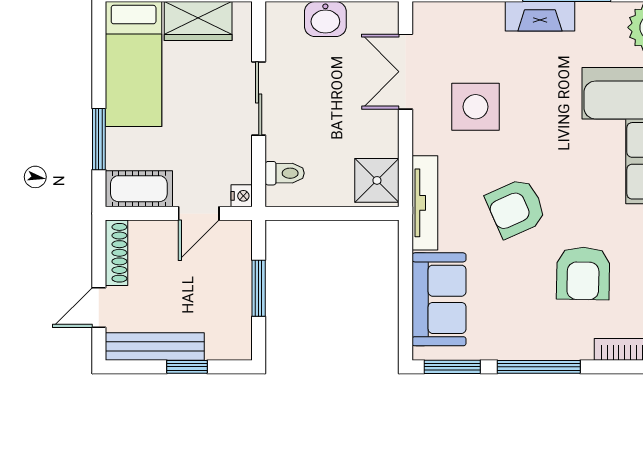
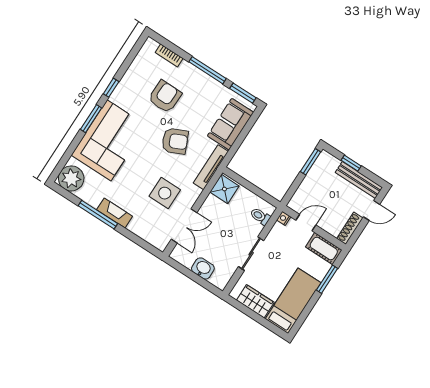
window: (259, 288) -> (311, 162), moved

